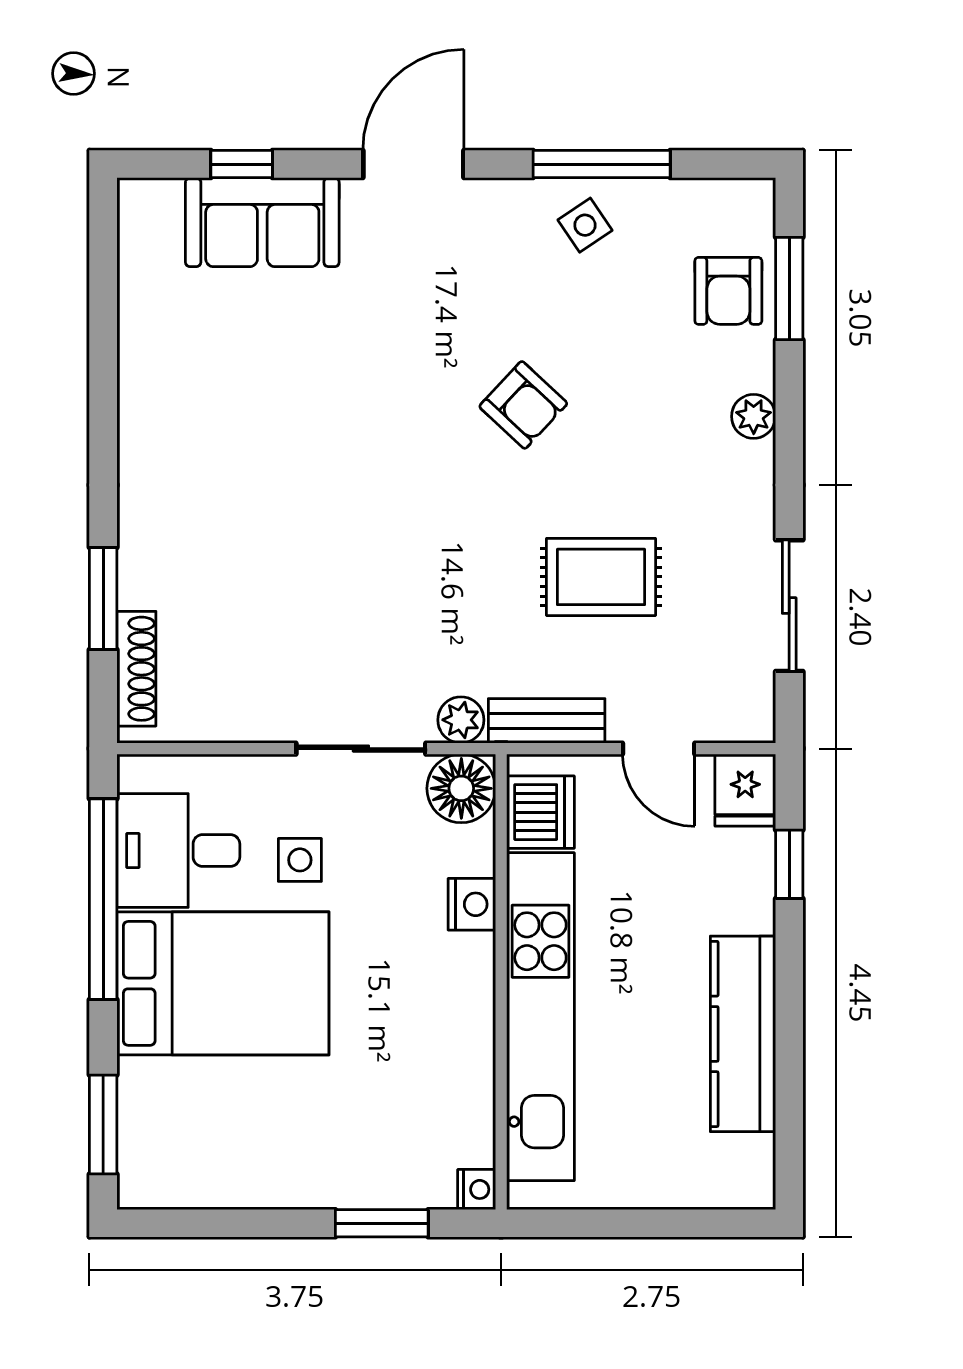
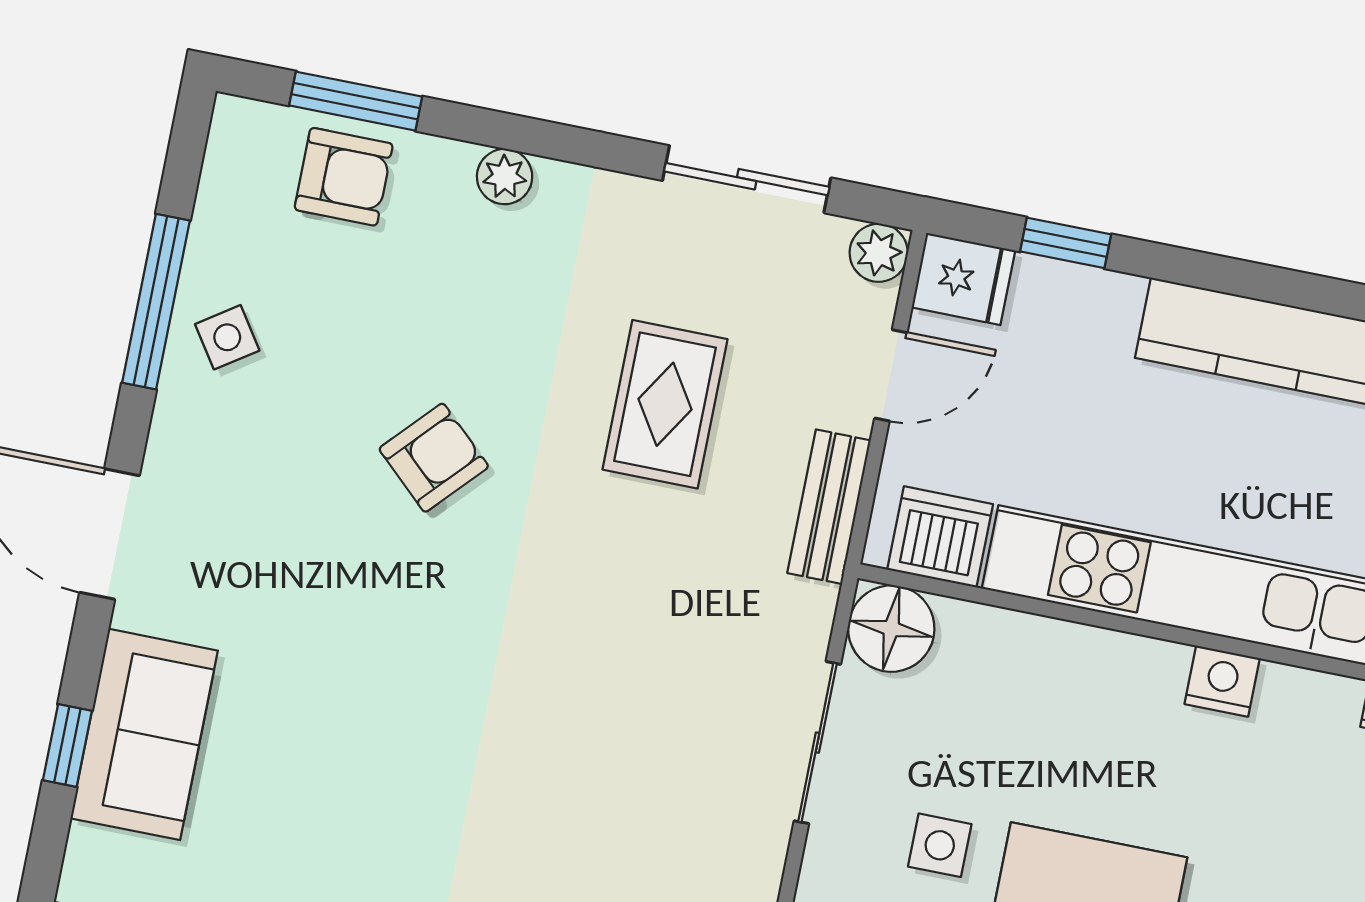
plant: (461, 720) -> (879, 253), moved
nightstand: (472, 904) -> (1222, 681), moved

